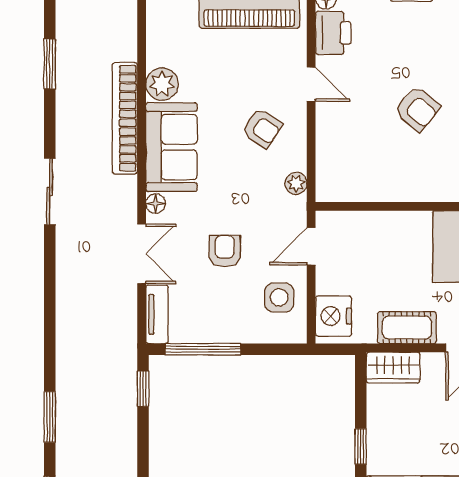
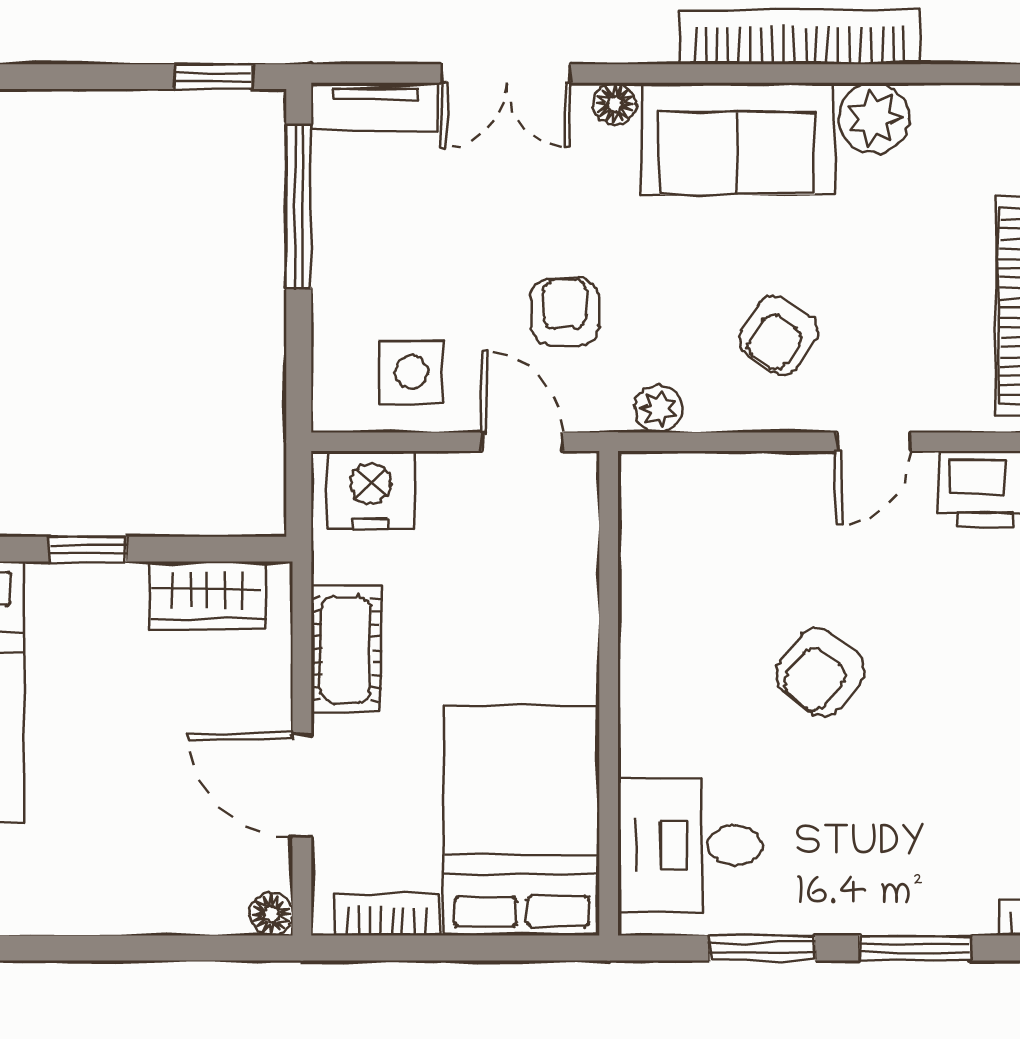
armchair: (225, 251) -> (565, 312), moved, turned -91
wardrobe: (393, 368) -> (207, 595), moved, turned -90

